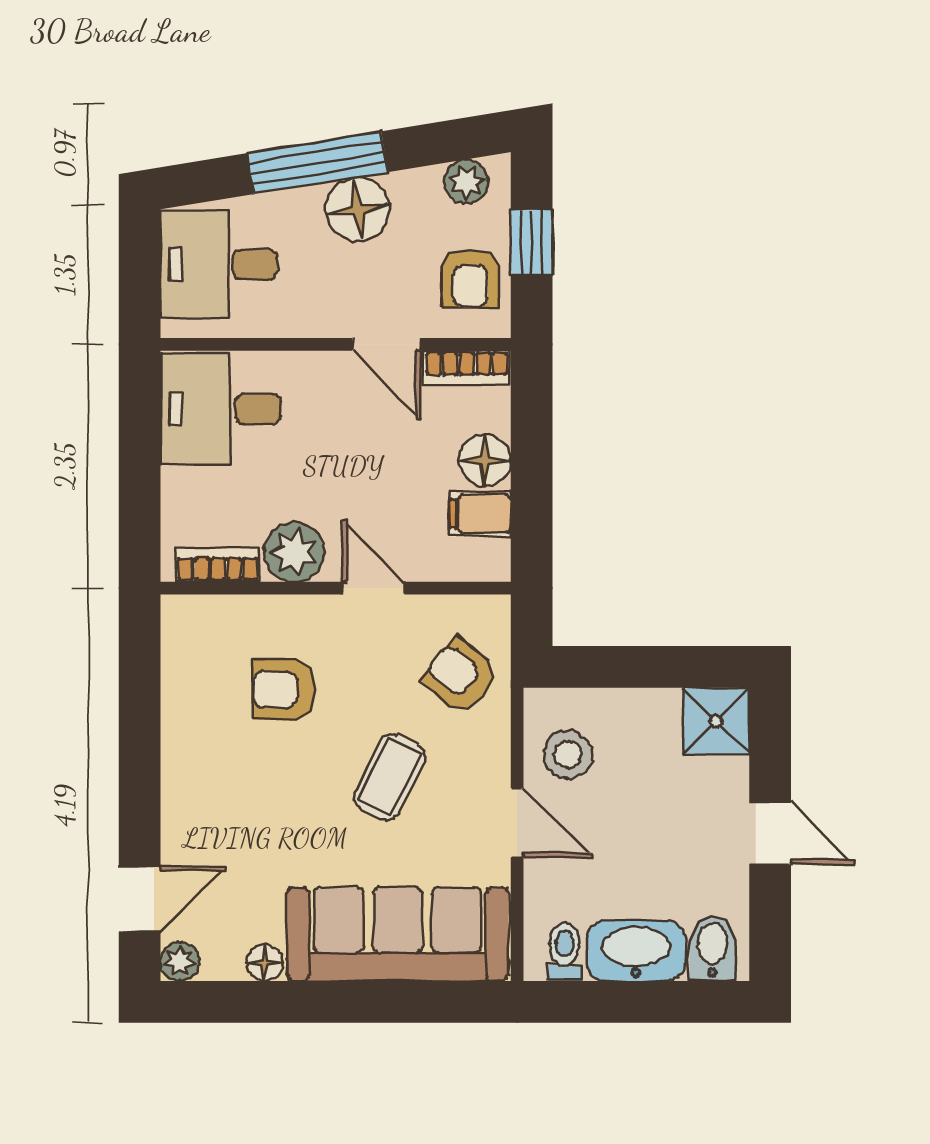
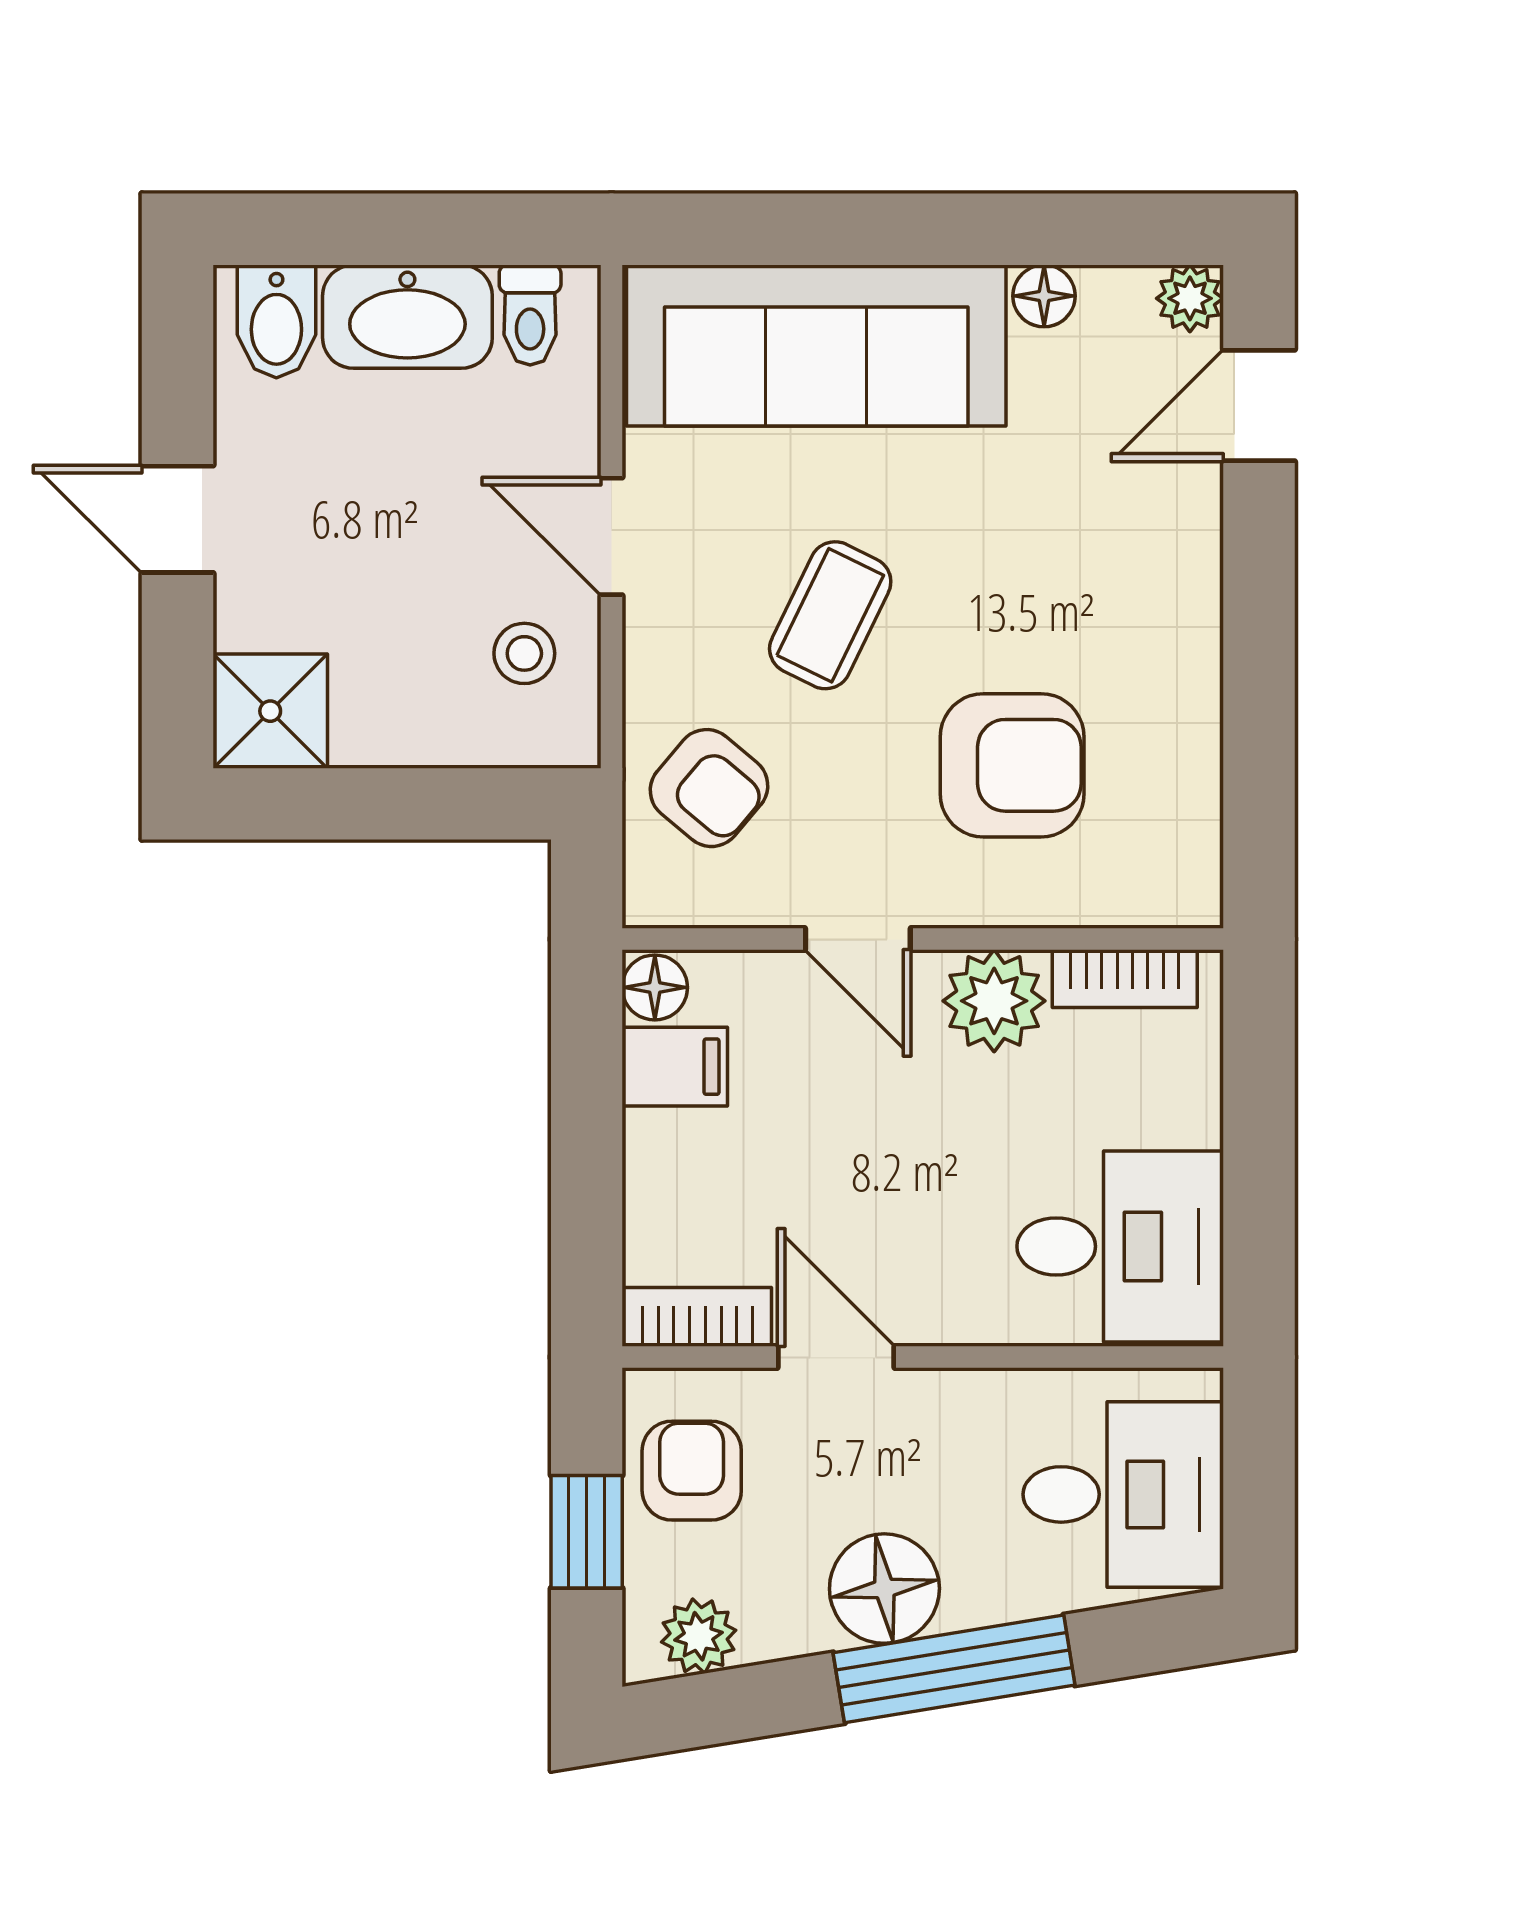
floor lamp: (485, 461) -> (655, 987), moved, width x0.73, depth x0.73
armchair: (283, 689) -> (1012, 765), width x1.38, depth x1.38
stool: (568, 755) -> (524, 653), width x0.73, depth x0.73

